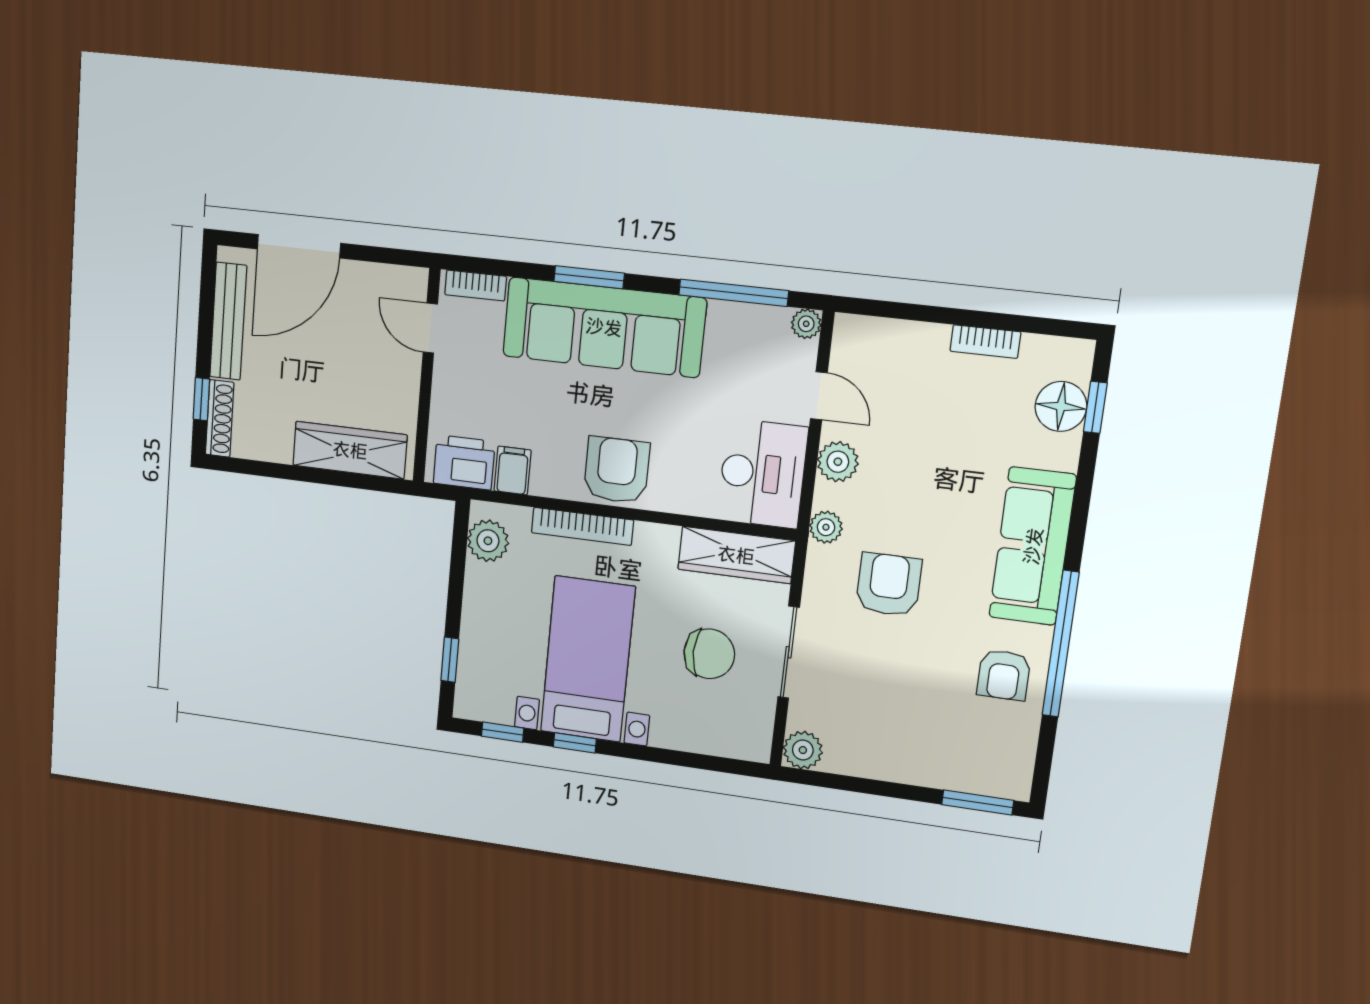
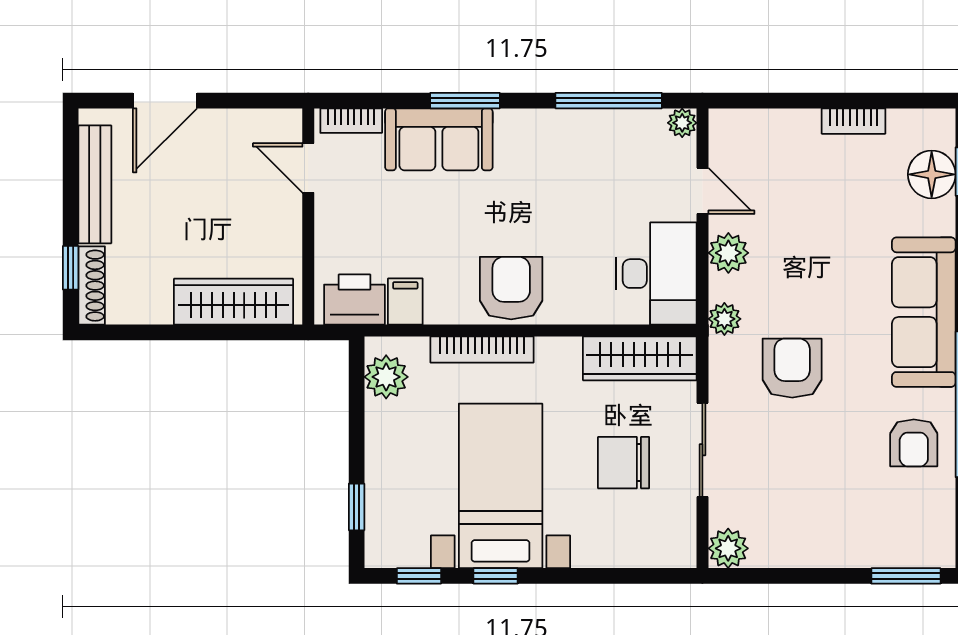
door: (299, 246) -> (165, 101), width x0.73
sofa: (604, 327) -> (439, 139), width x0.54, depth x0.79
chair: (709, 654) -> (624, 463), turned 180

